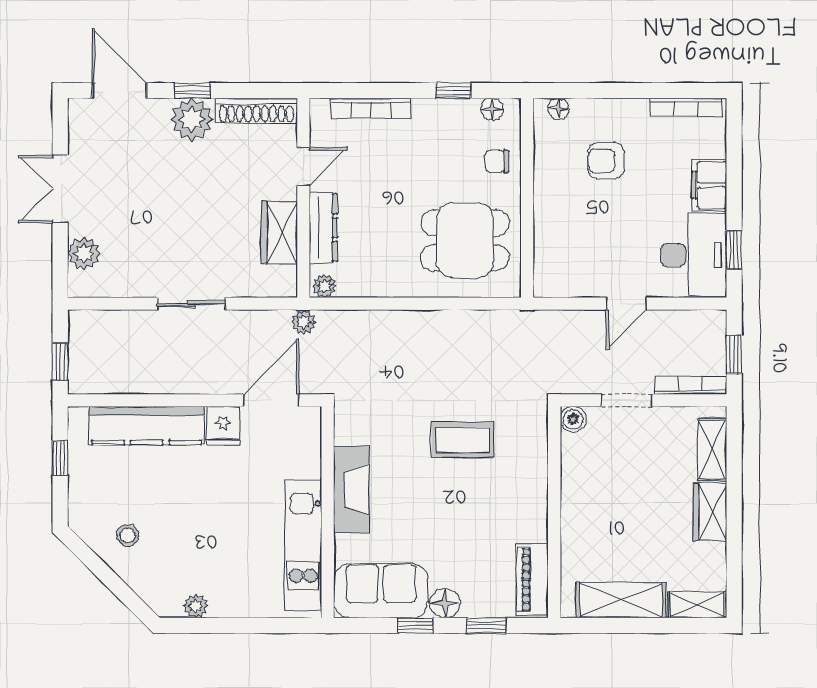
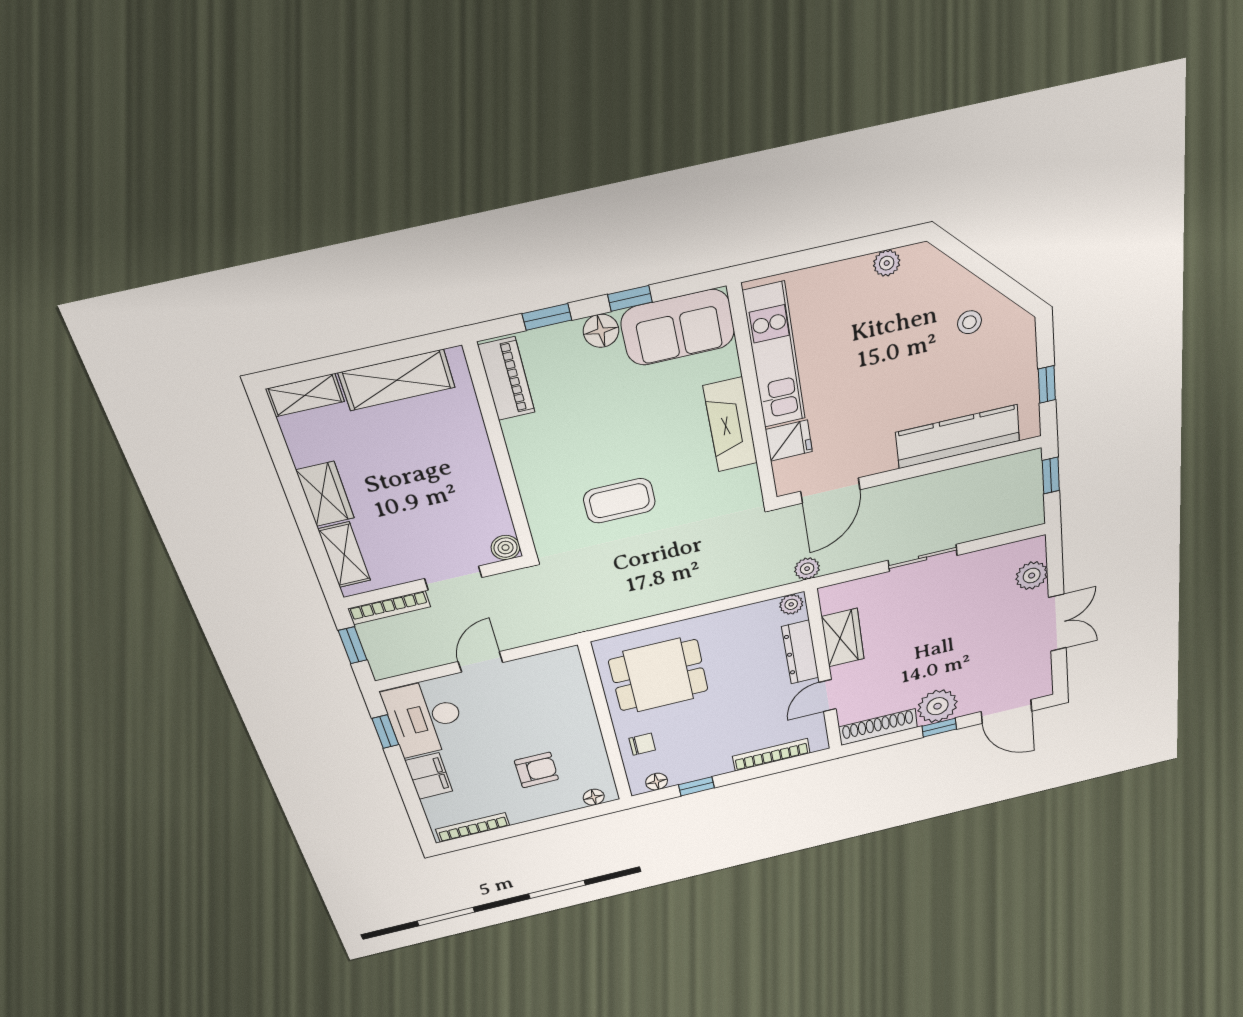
fridge: (223, 426) -> (789, 441), moved, turned 90

